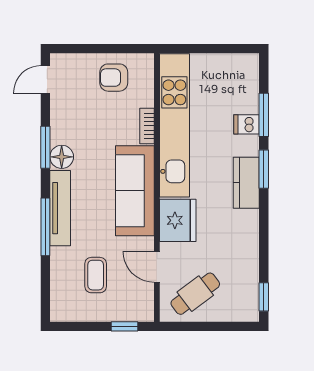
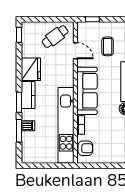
armchair: (114, 78) -> (85, 148), moved
fridge: (178, 220) -> (31, 69), moved, turned 180

